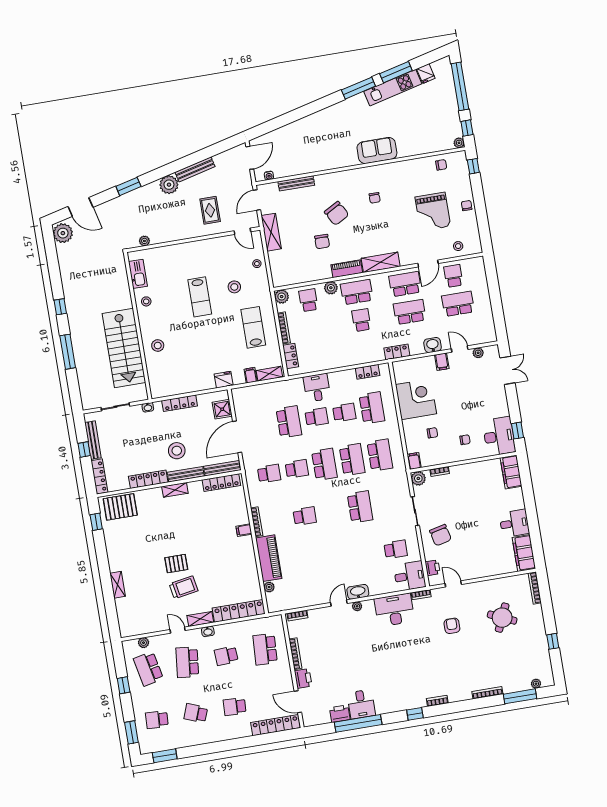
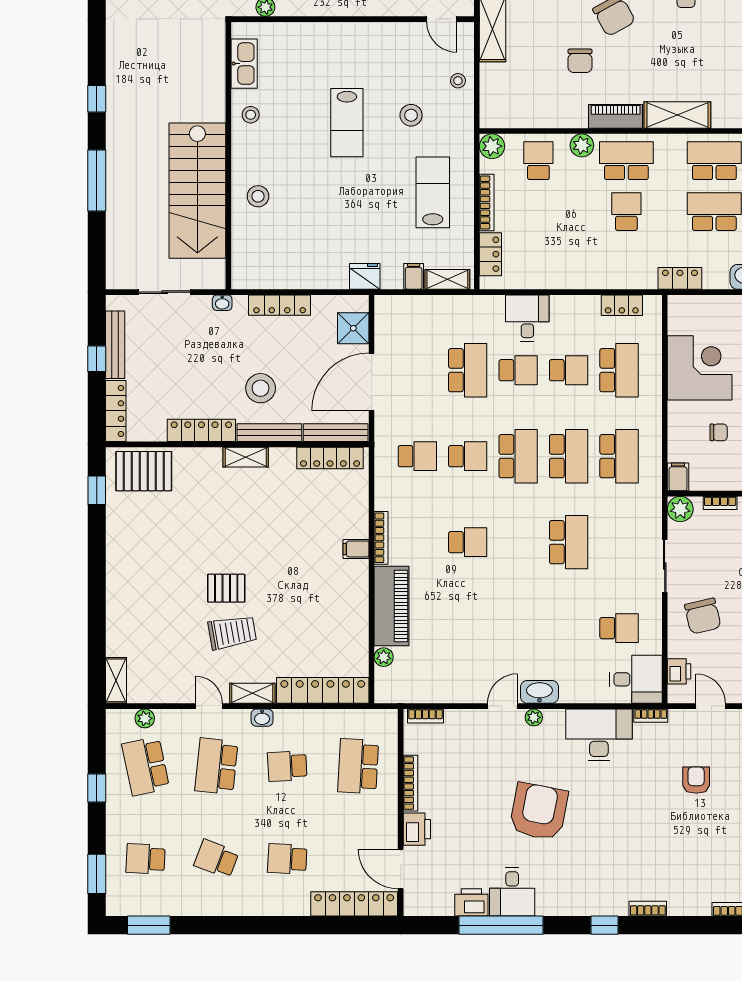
shelving: (118, 585) -> (116, 680), moved
armchair: (368, 658) -> (539, 812), added

